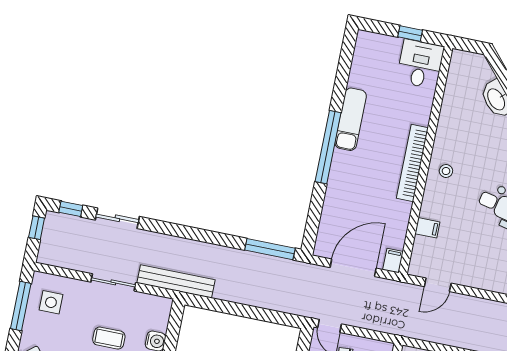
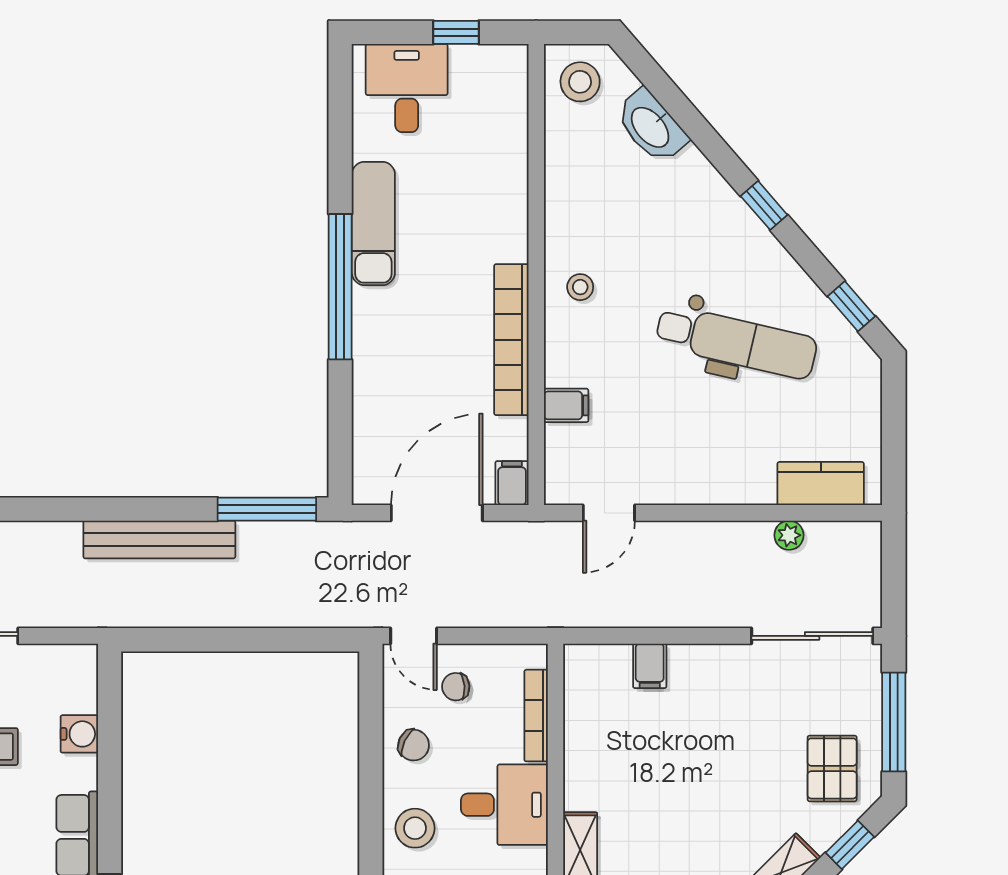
desk: (420, 64) -> (407, 88), moved
stool: (466, 70) -> (580, 82), added
bookcase: (412, 163) -> (511, 340), moved
bench: (176, 281) -> (159, 539), moved

